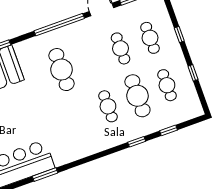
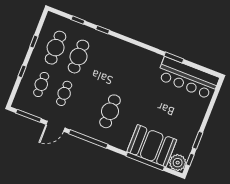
cafe table: (167, 85) -> (56, 48), width x1.37, depth x1.35
cafe table: (108, 106) -> (101, 66), removed

